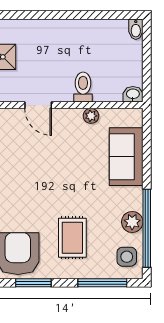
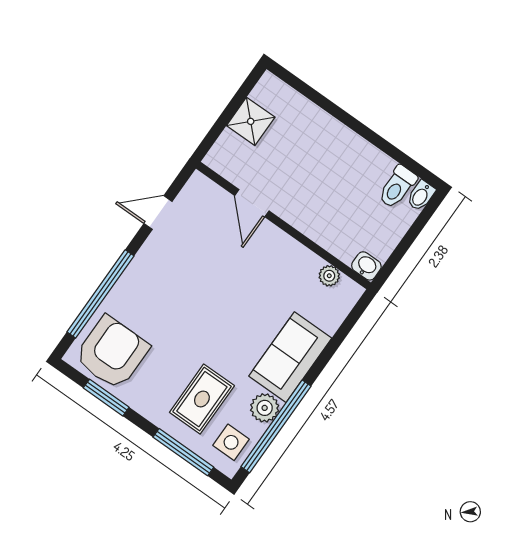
toilet: (83, 87) -> (397, 187), moved, turned 180
plant: (91, 116) -> (329, 276), moved
sofa: (126, 157) -> (290, 357), moved
rug: (72, 238) -> (202, 399), moved

